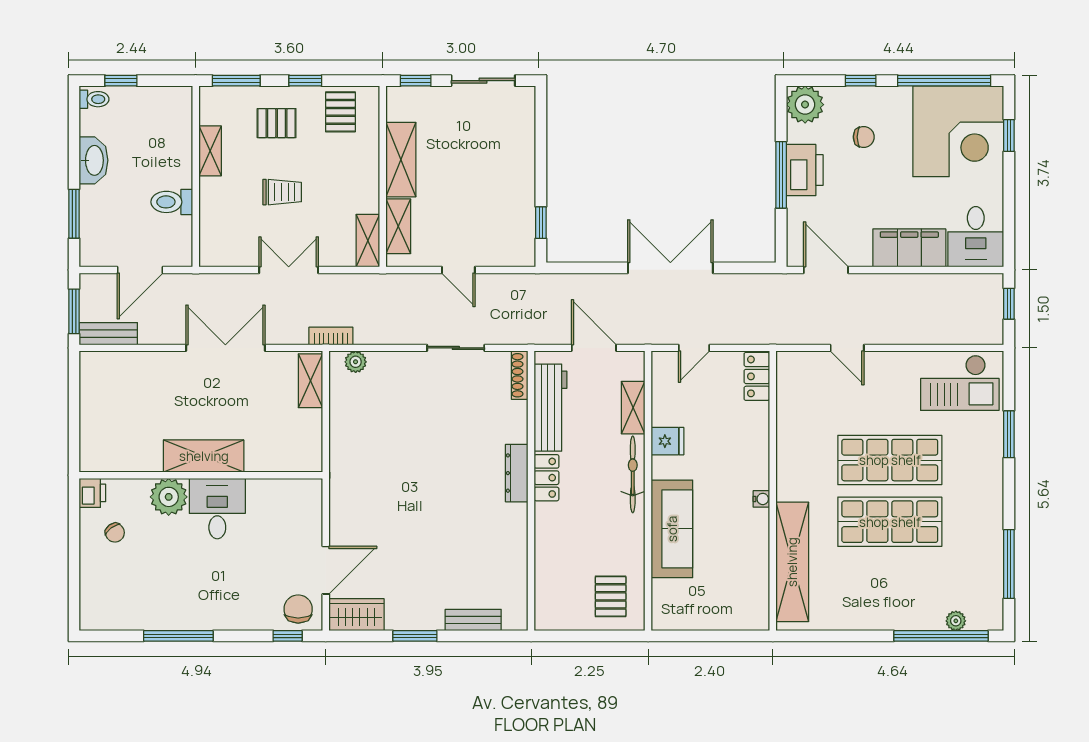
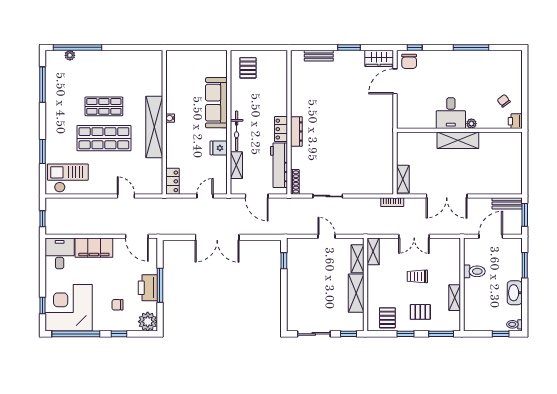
plant: (356, 362) -> (380, 189), removed
plant: (169, 497) -> (471, 124), width x0.53, depth x0.53
shop shelf: (890, 522) -> (104, 106), width x0.70, depth x0.74
shelving: (792, 562) -> (154, 127), moved

